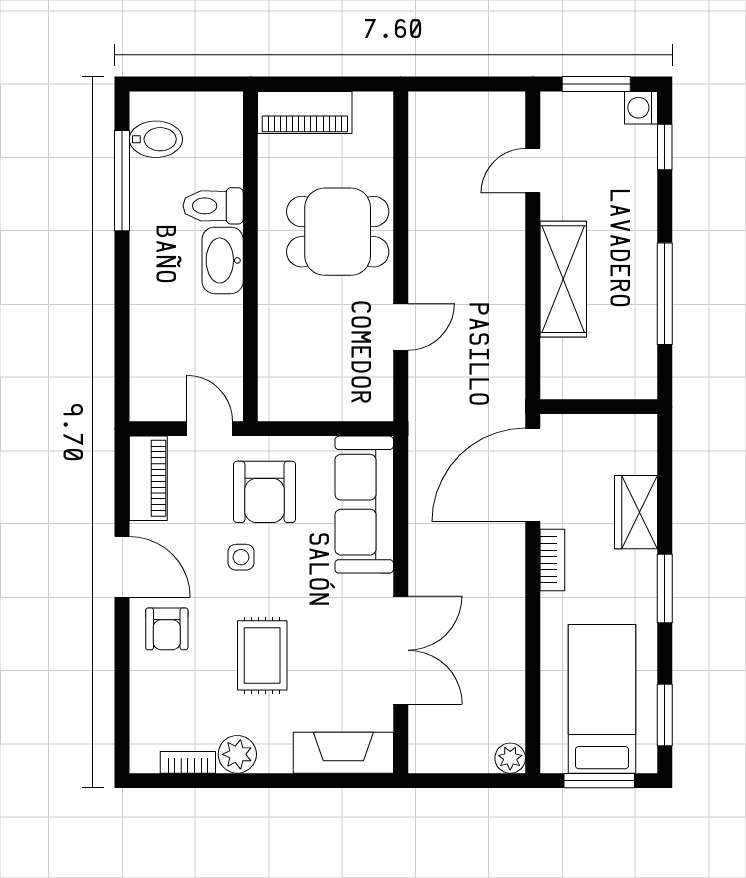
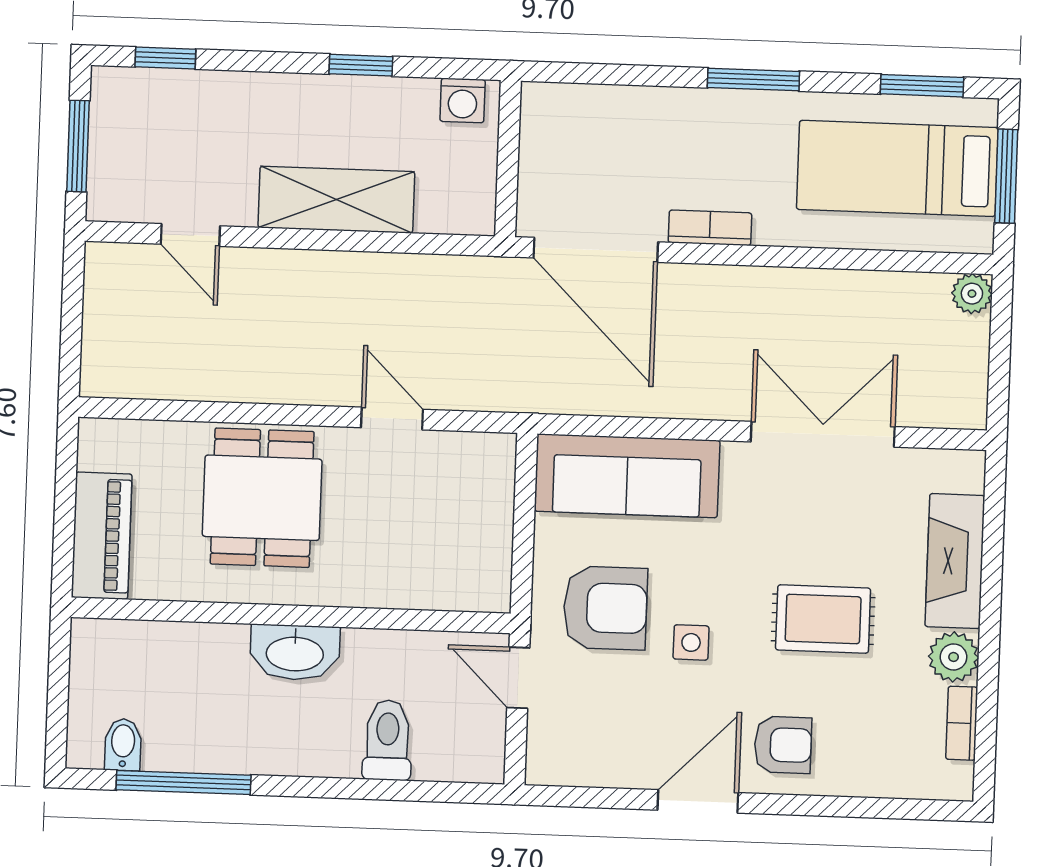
washing machine: (641, 108) -> (463, 100), moved
bidet: (156, 139) -> (123, 744), width x0.72, depth x0.74
toilet: (213, 206) -> (387, 740), moved, turned 180
window: (665, 294) -> (361, 65), width x0.46
door: (210, 429) -> (518, 678), hinge flipped
piano: (148, 478) -> (581, 762), removed
wardrobe: (636, 512) -> (650, 114), removed
fireplace: (343, 753) -> (955, 561), moved

